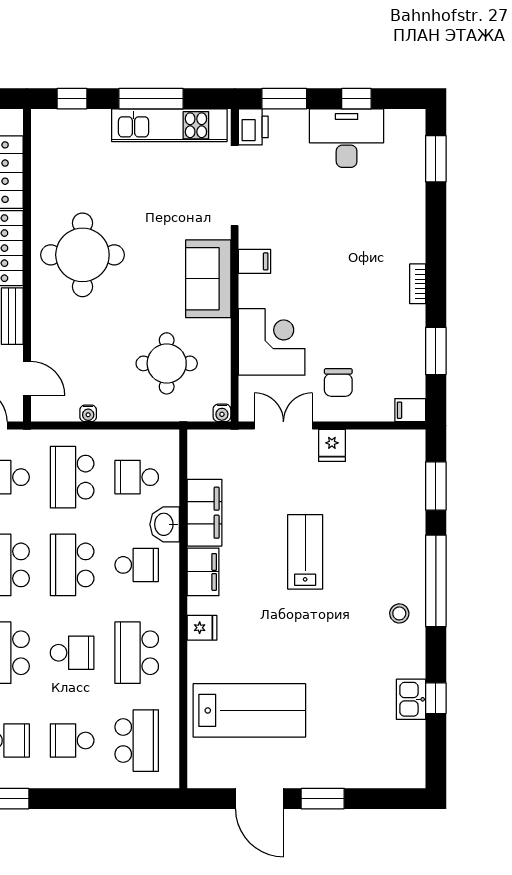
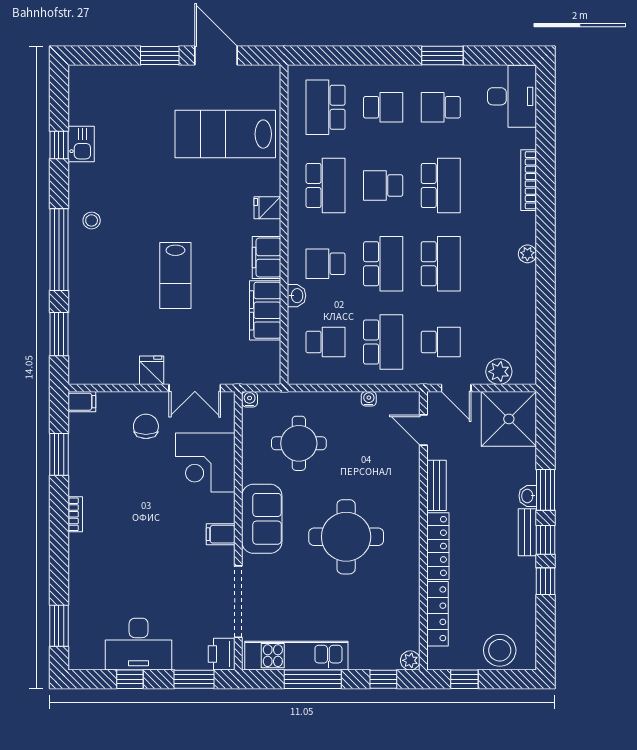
plant: (42, 120) -> (410, 660), added
round table: (82, 255) -> (346, 537), moved
washbasin: (165, 524) -> (297, 296), width x0.72, depth x0.69

